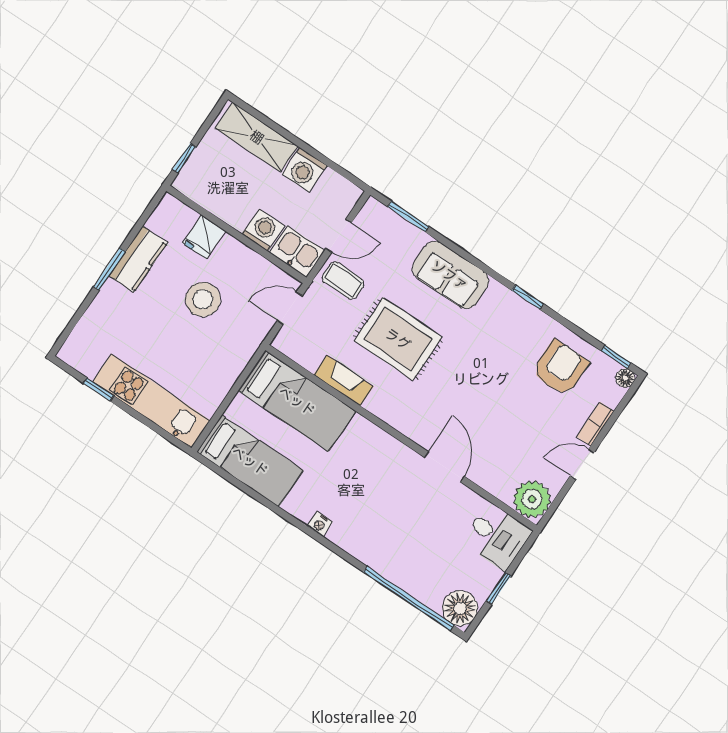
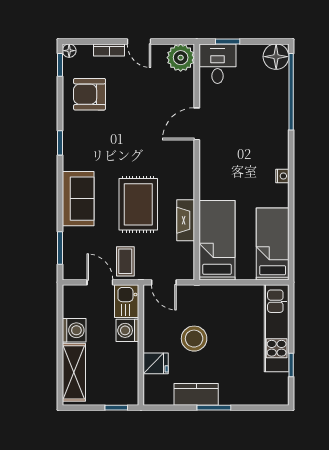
window: (499, 588) -> (228, 41), moved

